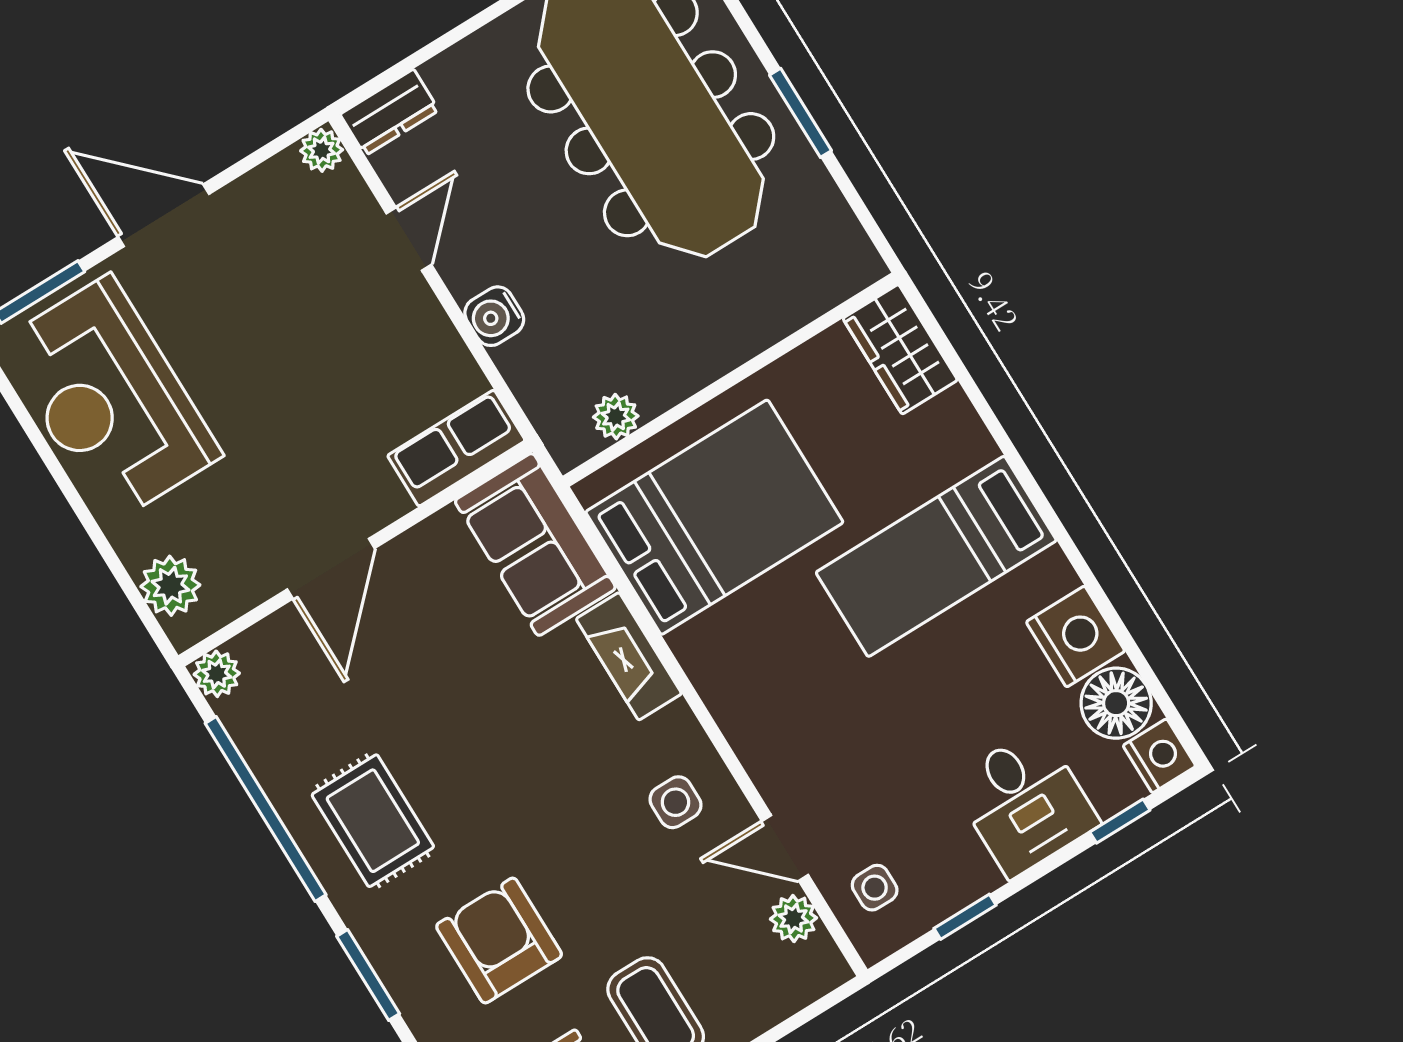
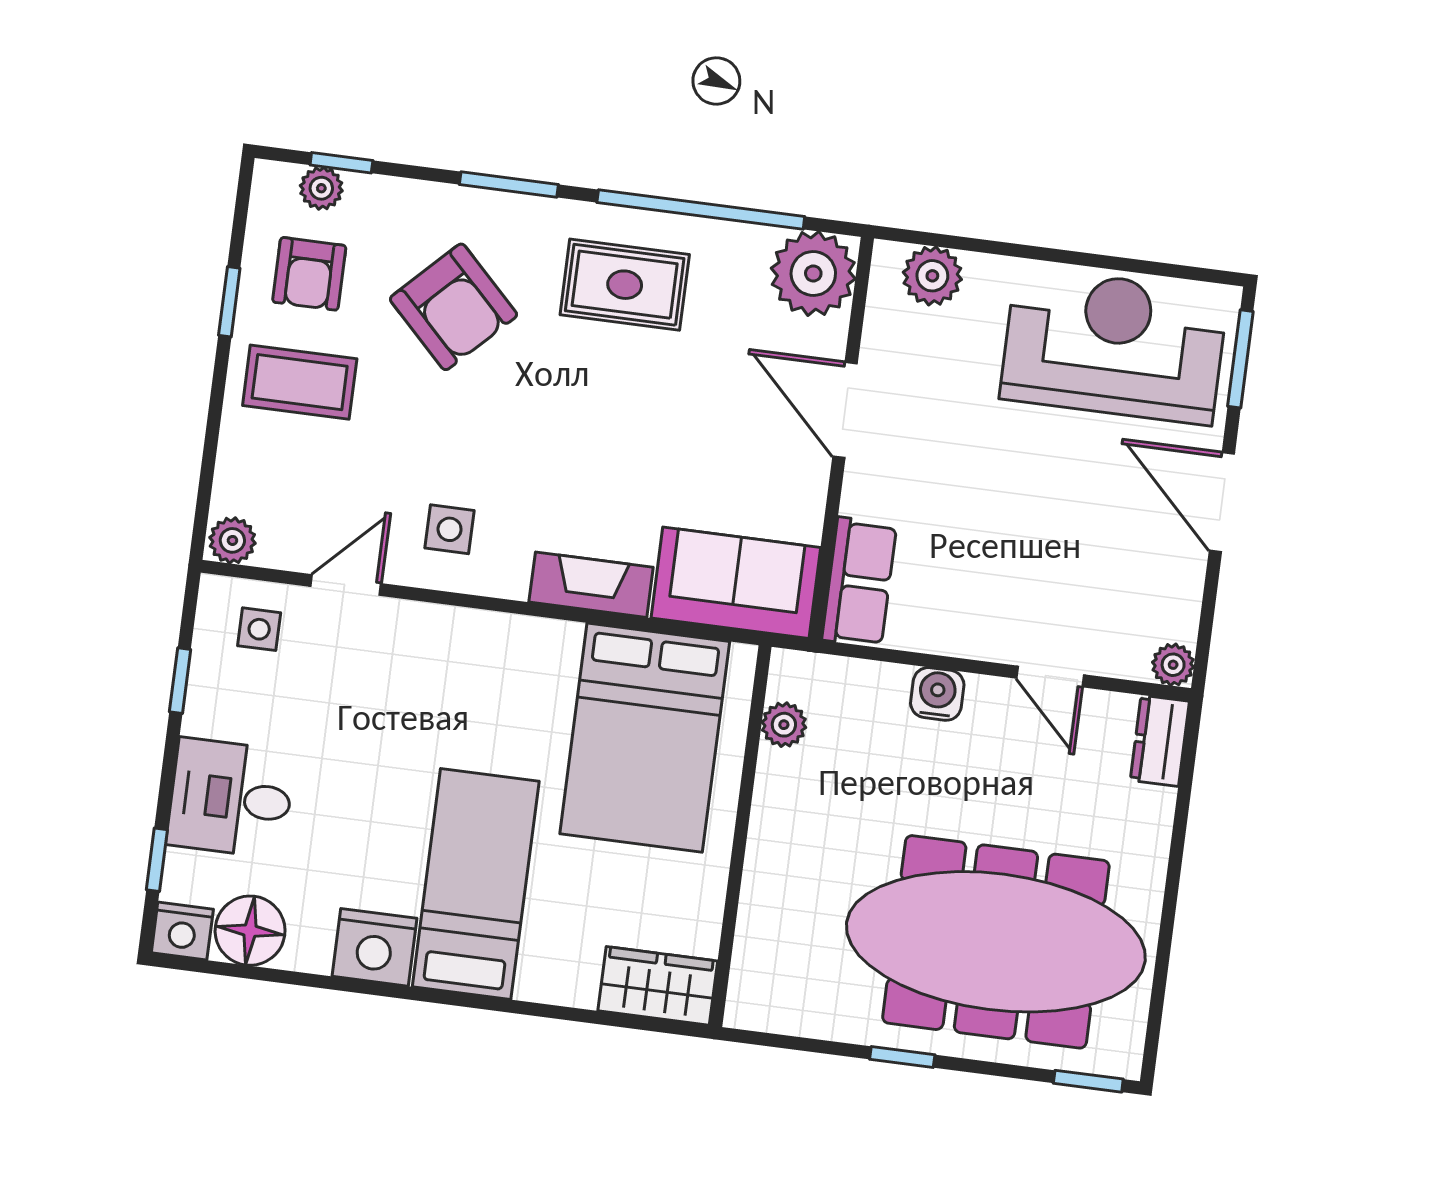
window: (800, 113) -> (902, 1057), width x0.67
door: (164, 215) -> (1222, 502), swing flipped
nightstand: (1076, 636) -> (374, 947), moved
plant: (217, 674) -> (813, 274), width x1.87, depth x1.87
plant: (793, 919) -> (232, 540), moved
armchair: (499, 941) -> (453, 307), turned 45

